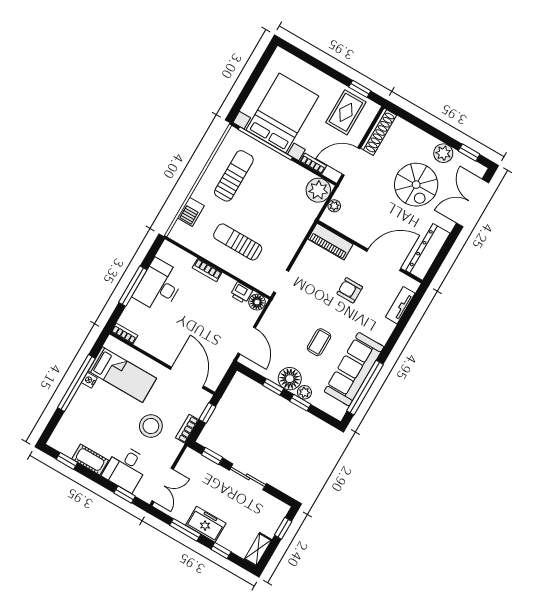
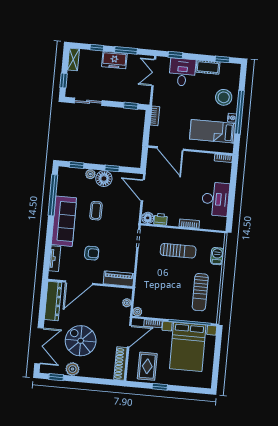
window: (360, 89) -> (160, 387), moved
plant: (318, 190) -> (137, 312), width x0.53, depth x0.53
window: (133, 286) -> (232, 191), removed
sofa: (354, 369) -> (64, 221), moved
window: (300, 403) -> (77, 165), moved
window: (207, 413) -> (146, 132), removed
stool: (151, 426) -> (224, 97), moved
sliding door: (248, 477) -> (88, 102), moved

